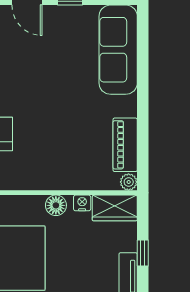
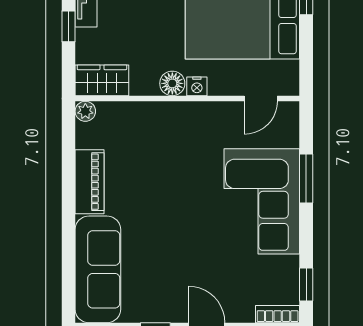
piano: (125, 145) -> (90, 182), moved
nightstand: (82, 203) -> (197, 86), moved

